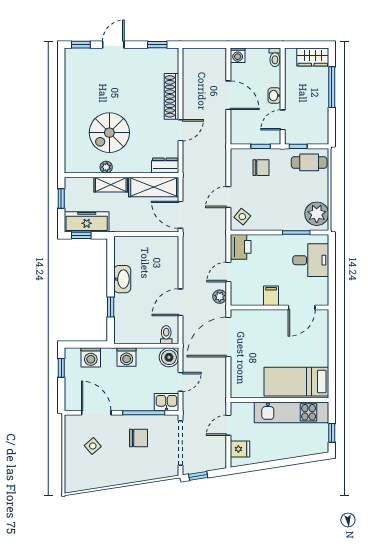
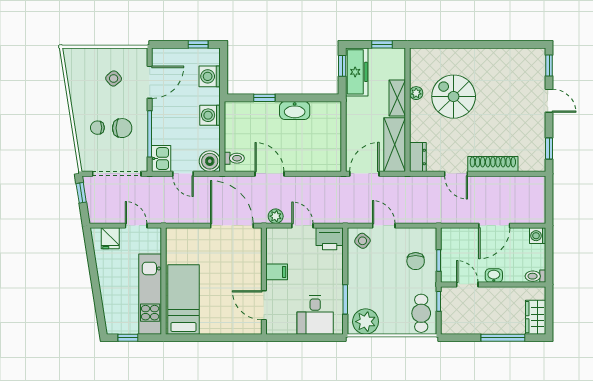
chair: (138, 438) -> (122, 128), turned -90
chair: (138, 461) -> (97, 128), added

